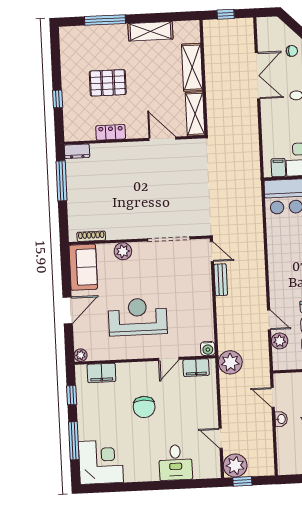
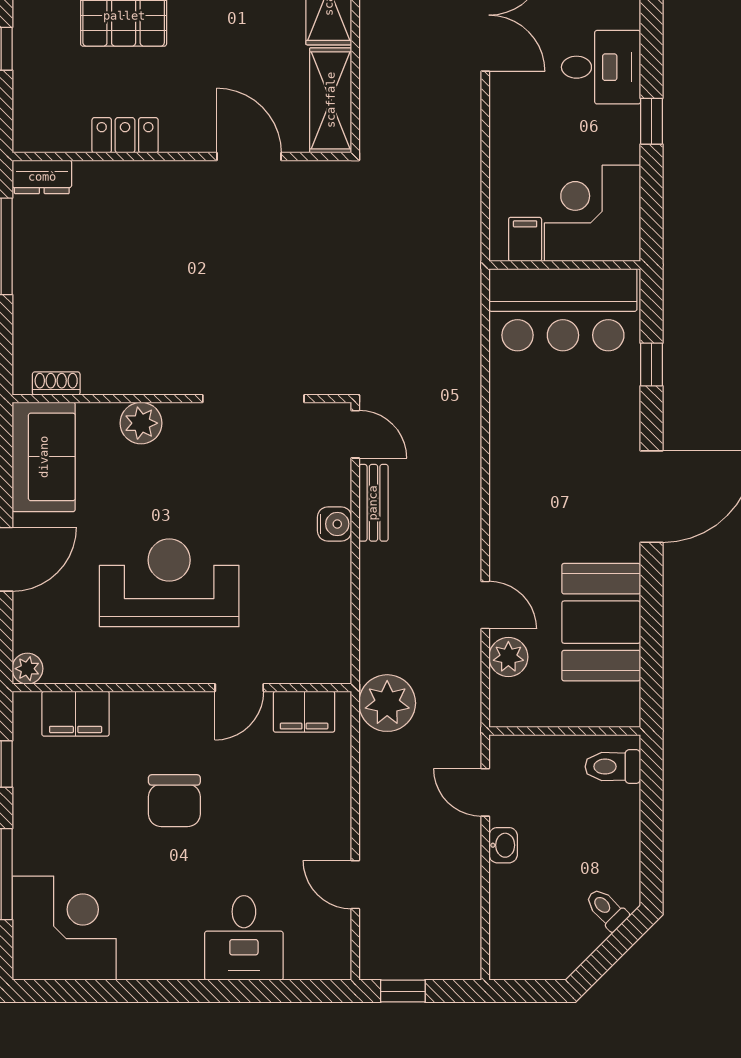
shoe rack: (91, 236) -> (56, 383), width x0.70
water cooler: (208, 348) -> (335, 524), moved, turned -90
plant: (235, 465) -> (387, 952), removed

